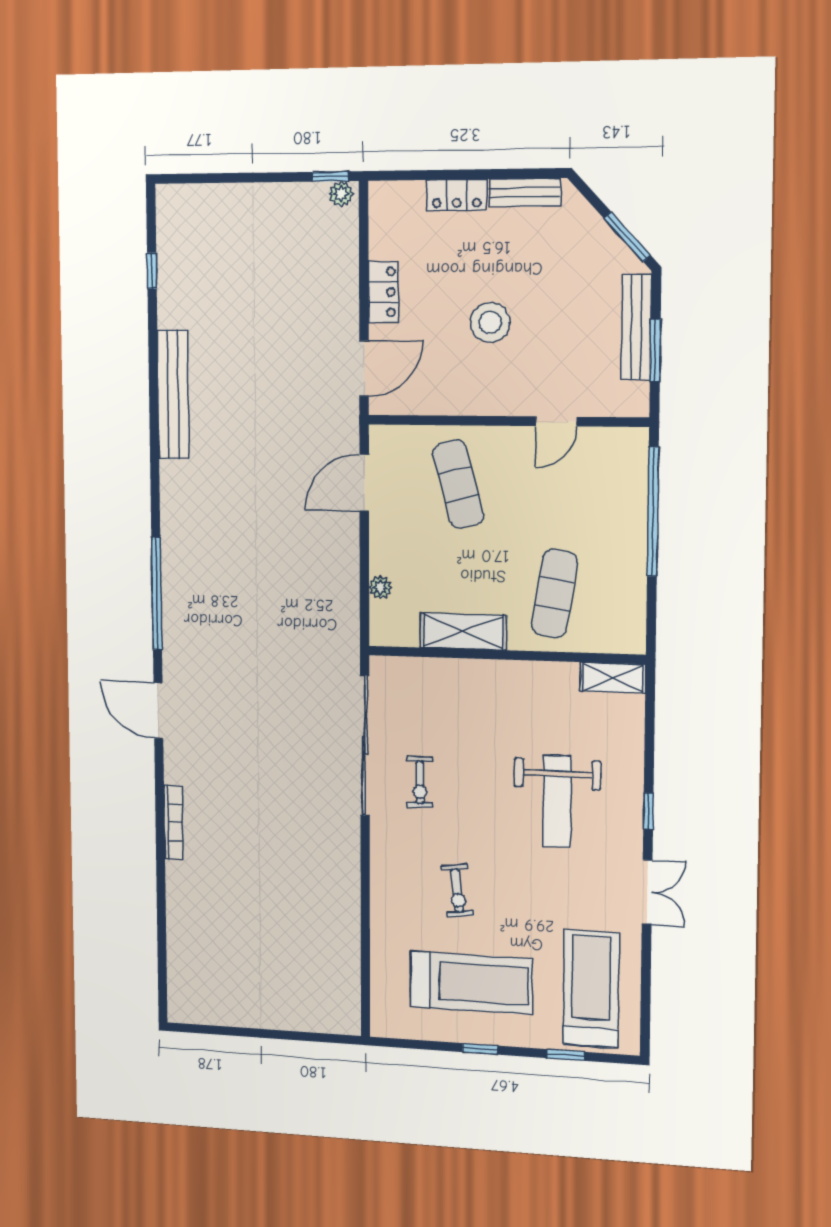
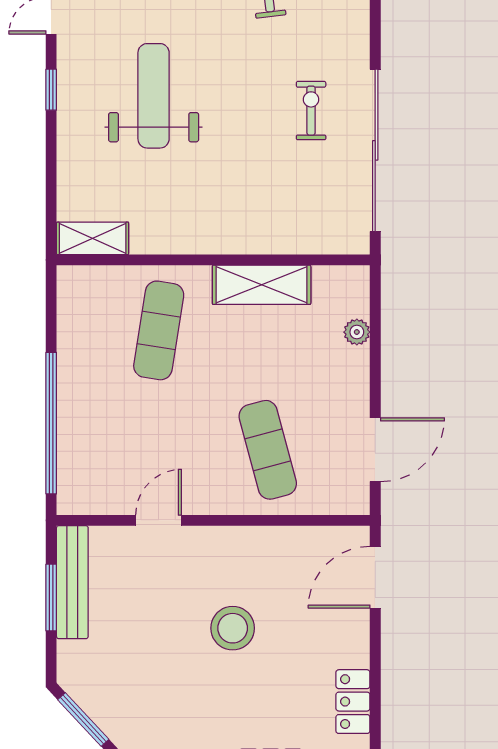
locker: (383, 292) -> (353, 702), moved
bench: (636, 327) -> (72, 582), moved

